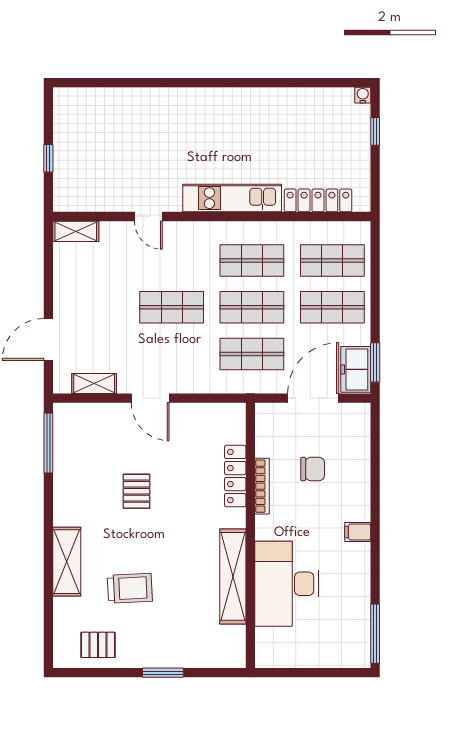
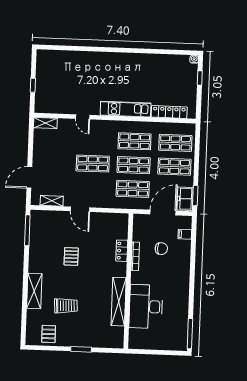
locker: (235, 476) -> (122, 251), width x0.66
filing cabinet: (358, 532) -> (185, 234), moved
pallet: (98, 645) -> (49, 334), turned 90

